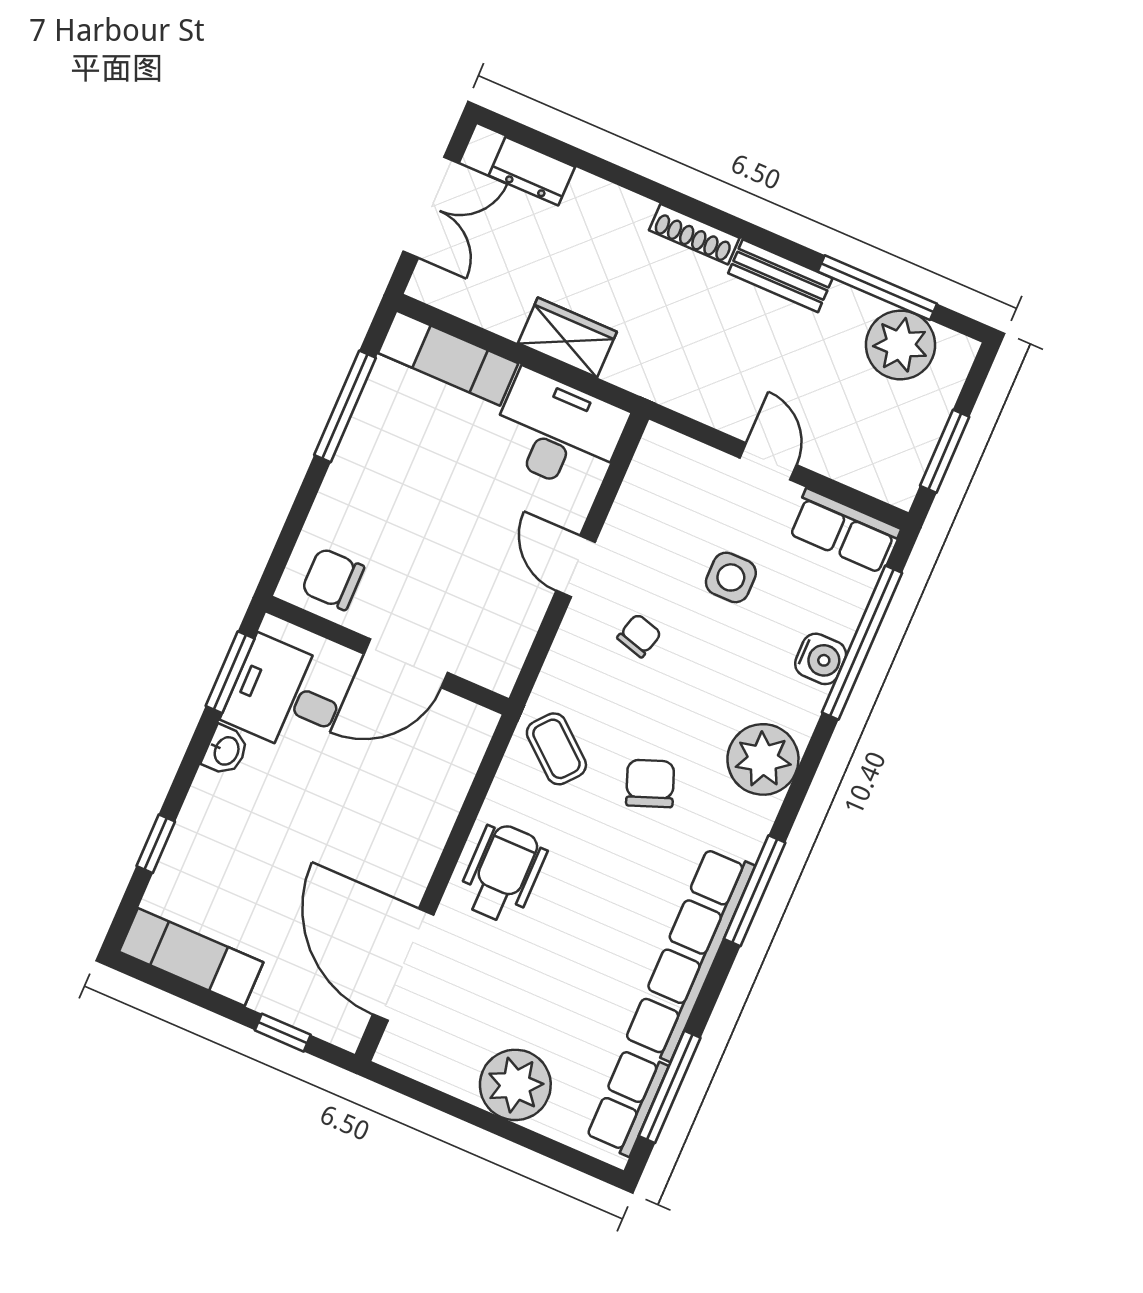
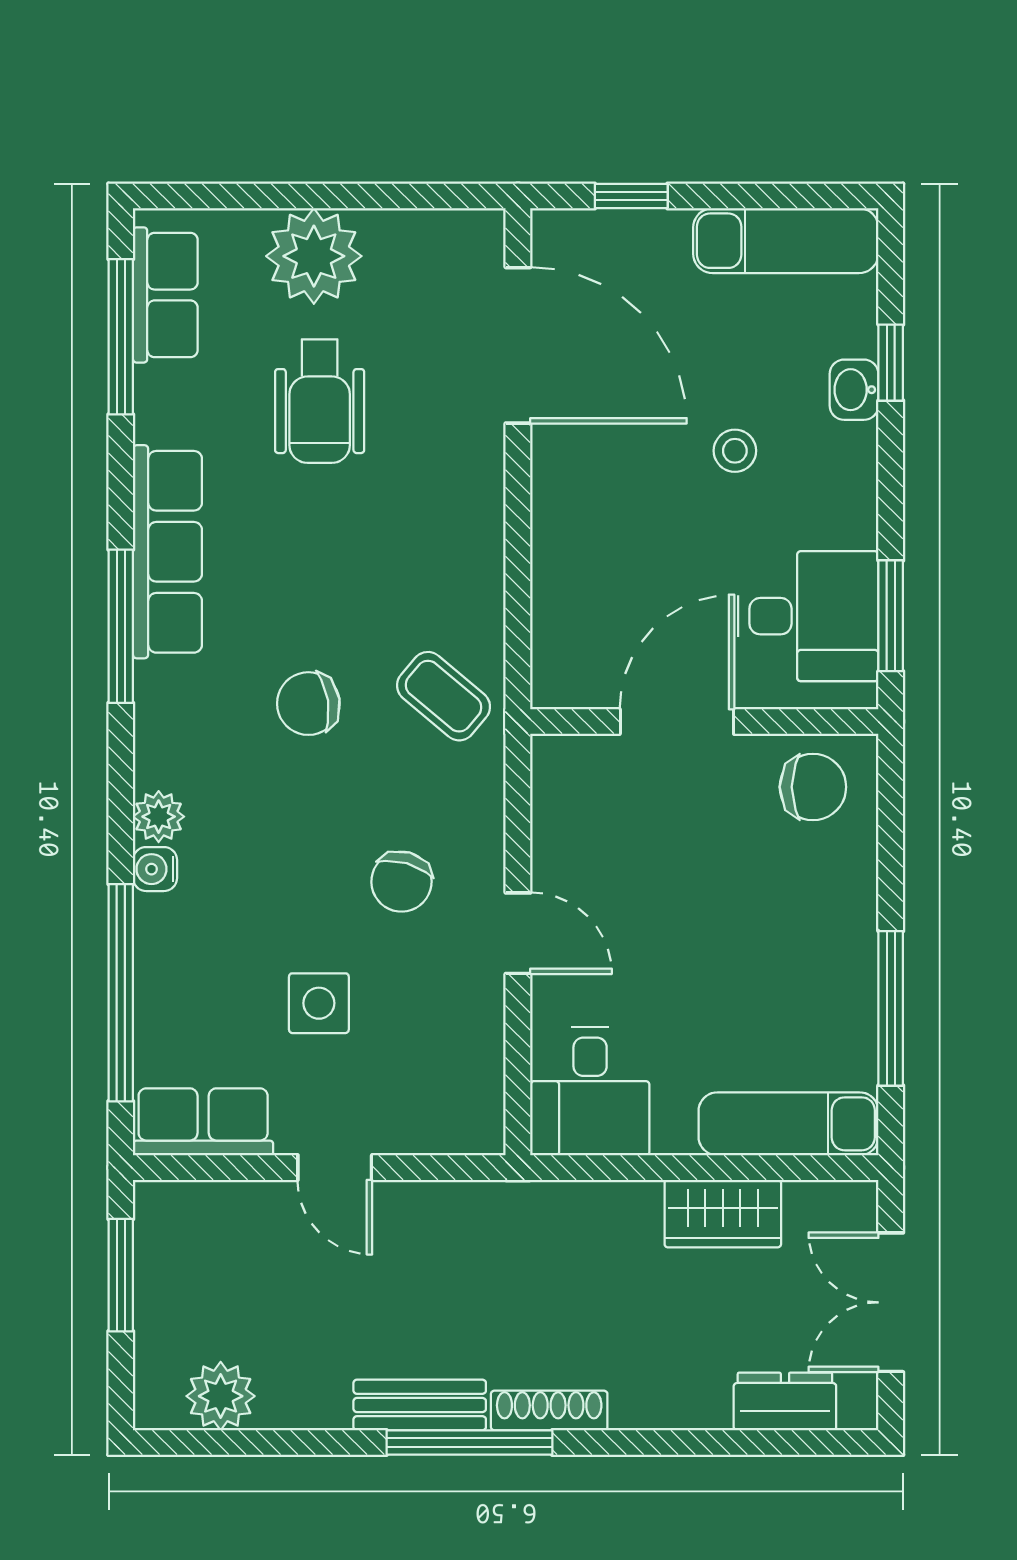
window: (877, 288) -> (469, 1443), moved
wardrobe: (567, 337) -> (723, 1214), moved
plant: (900, 345) -> (221, 1396), width x0.73, depth x0.73
desk: (558, 432) -> (590, 1091), width x0.73
chair: (639, 636) -> (401, 882), width x1.37, depth x1.37
water cooler: (821, 659) -> (155, 869), moved, width x0.72, depth x0.72
washbasin: (226, 750) -> (854, 390), moved
plant: (763, 759) -> (159, 817), width x0.53, depth x0.53
chair: (650, 783) -> (308, 704), turned 102
stool: (287, 830) -> (735, 451), added
wheelchair: (502, 873) -> (320, 401), moved
row of seats: (690, 954) -> (167, 552), width x0.73

